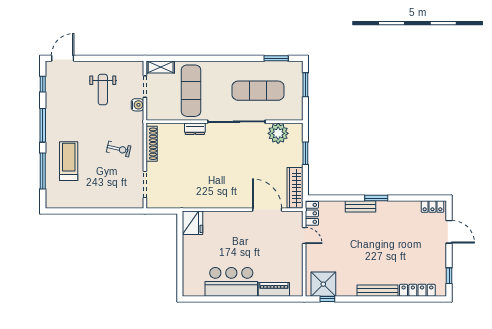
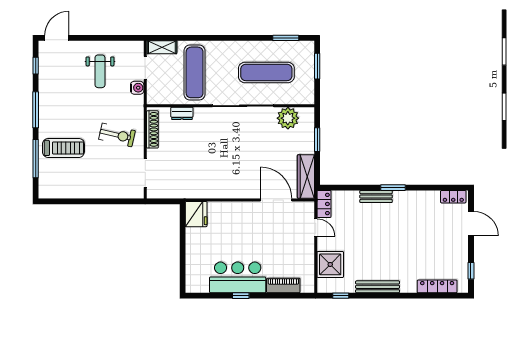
dresser: (195, 129) -> (182, 113), moved
exercise bike: (119, 149) -> (117, 135), width x1.38, depth x1.39
treadmill: (69, 161) -> (63, 148), turned 90
shower: (323, 284) -> (330, 264), moved
bench: (378, 291) -> (378, 287), moved
window: (234, 299) -> (241, 296), added

